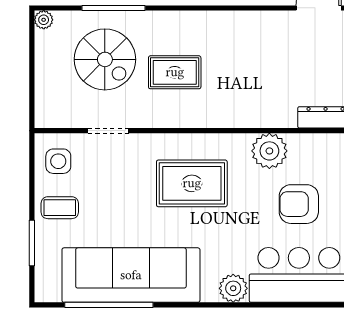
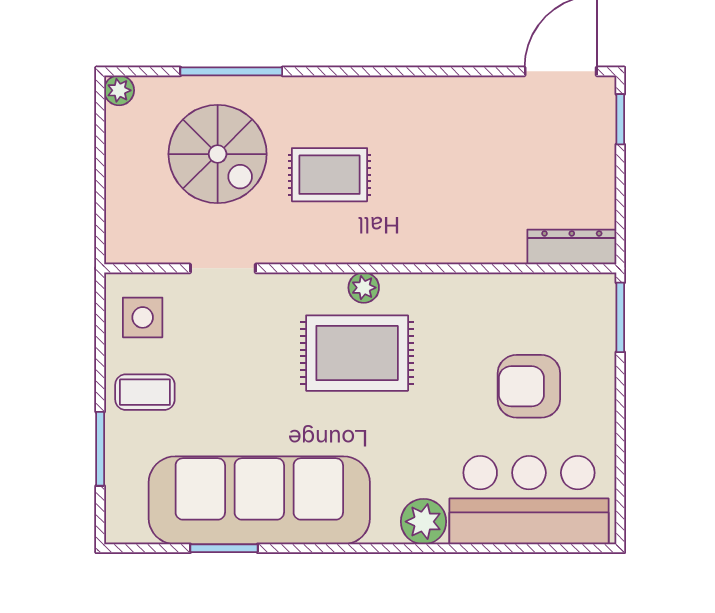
plant: (269, 151) -> (364, 288), moved, width x0.53, depth x0.53
window: (109, 305) -> (224, 548), width x0.47

